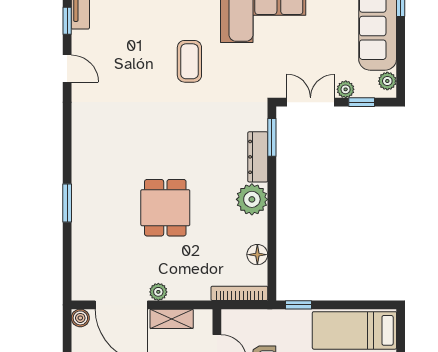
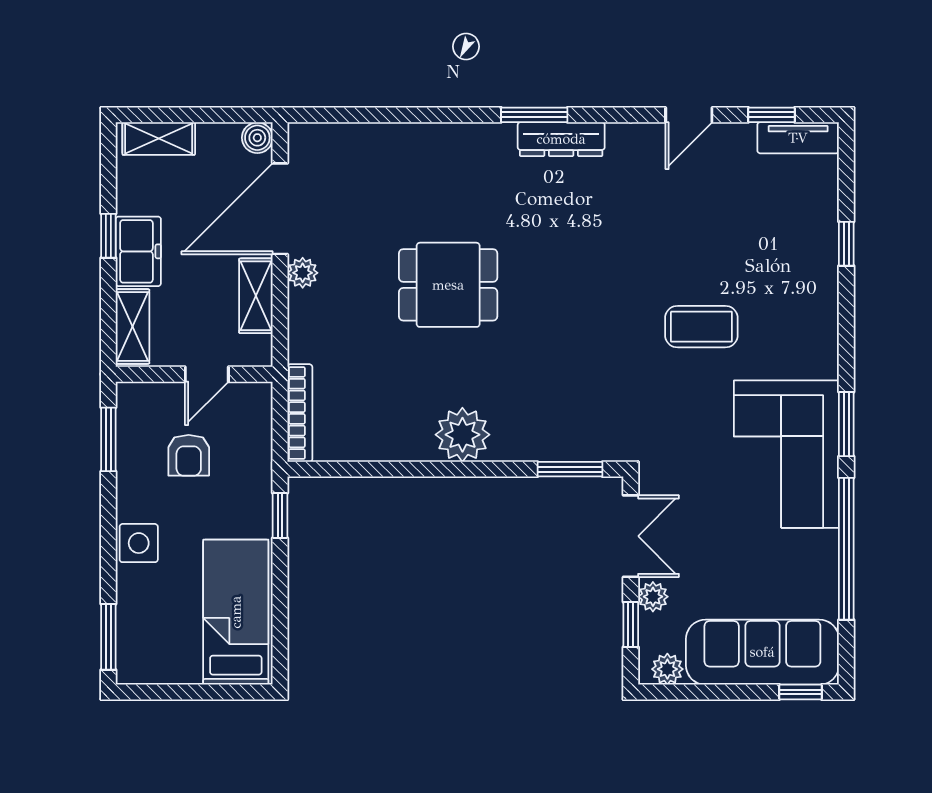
dresser: (258, 157) -> (561, 139), moved, turned 180
window: (67, 203) -> (534, 115), moved
floor lamp: (257, 255) -> (367, 444), removed

